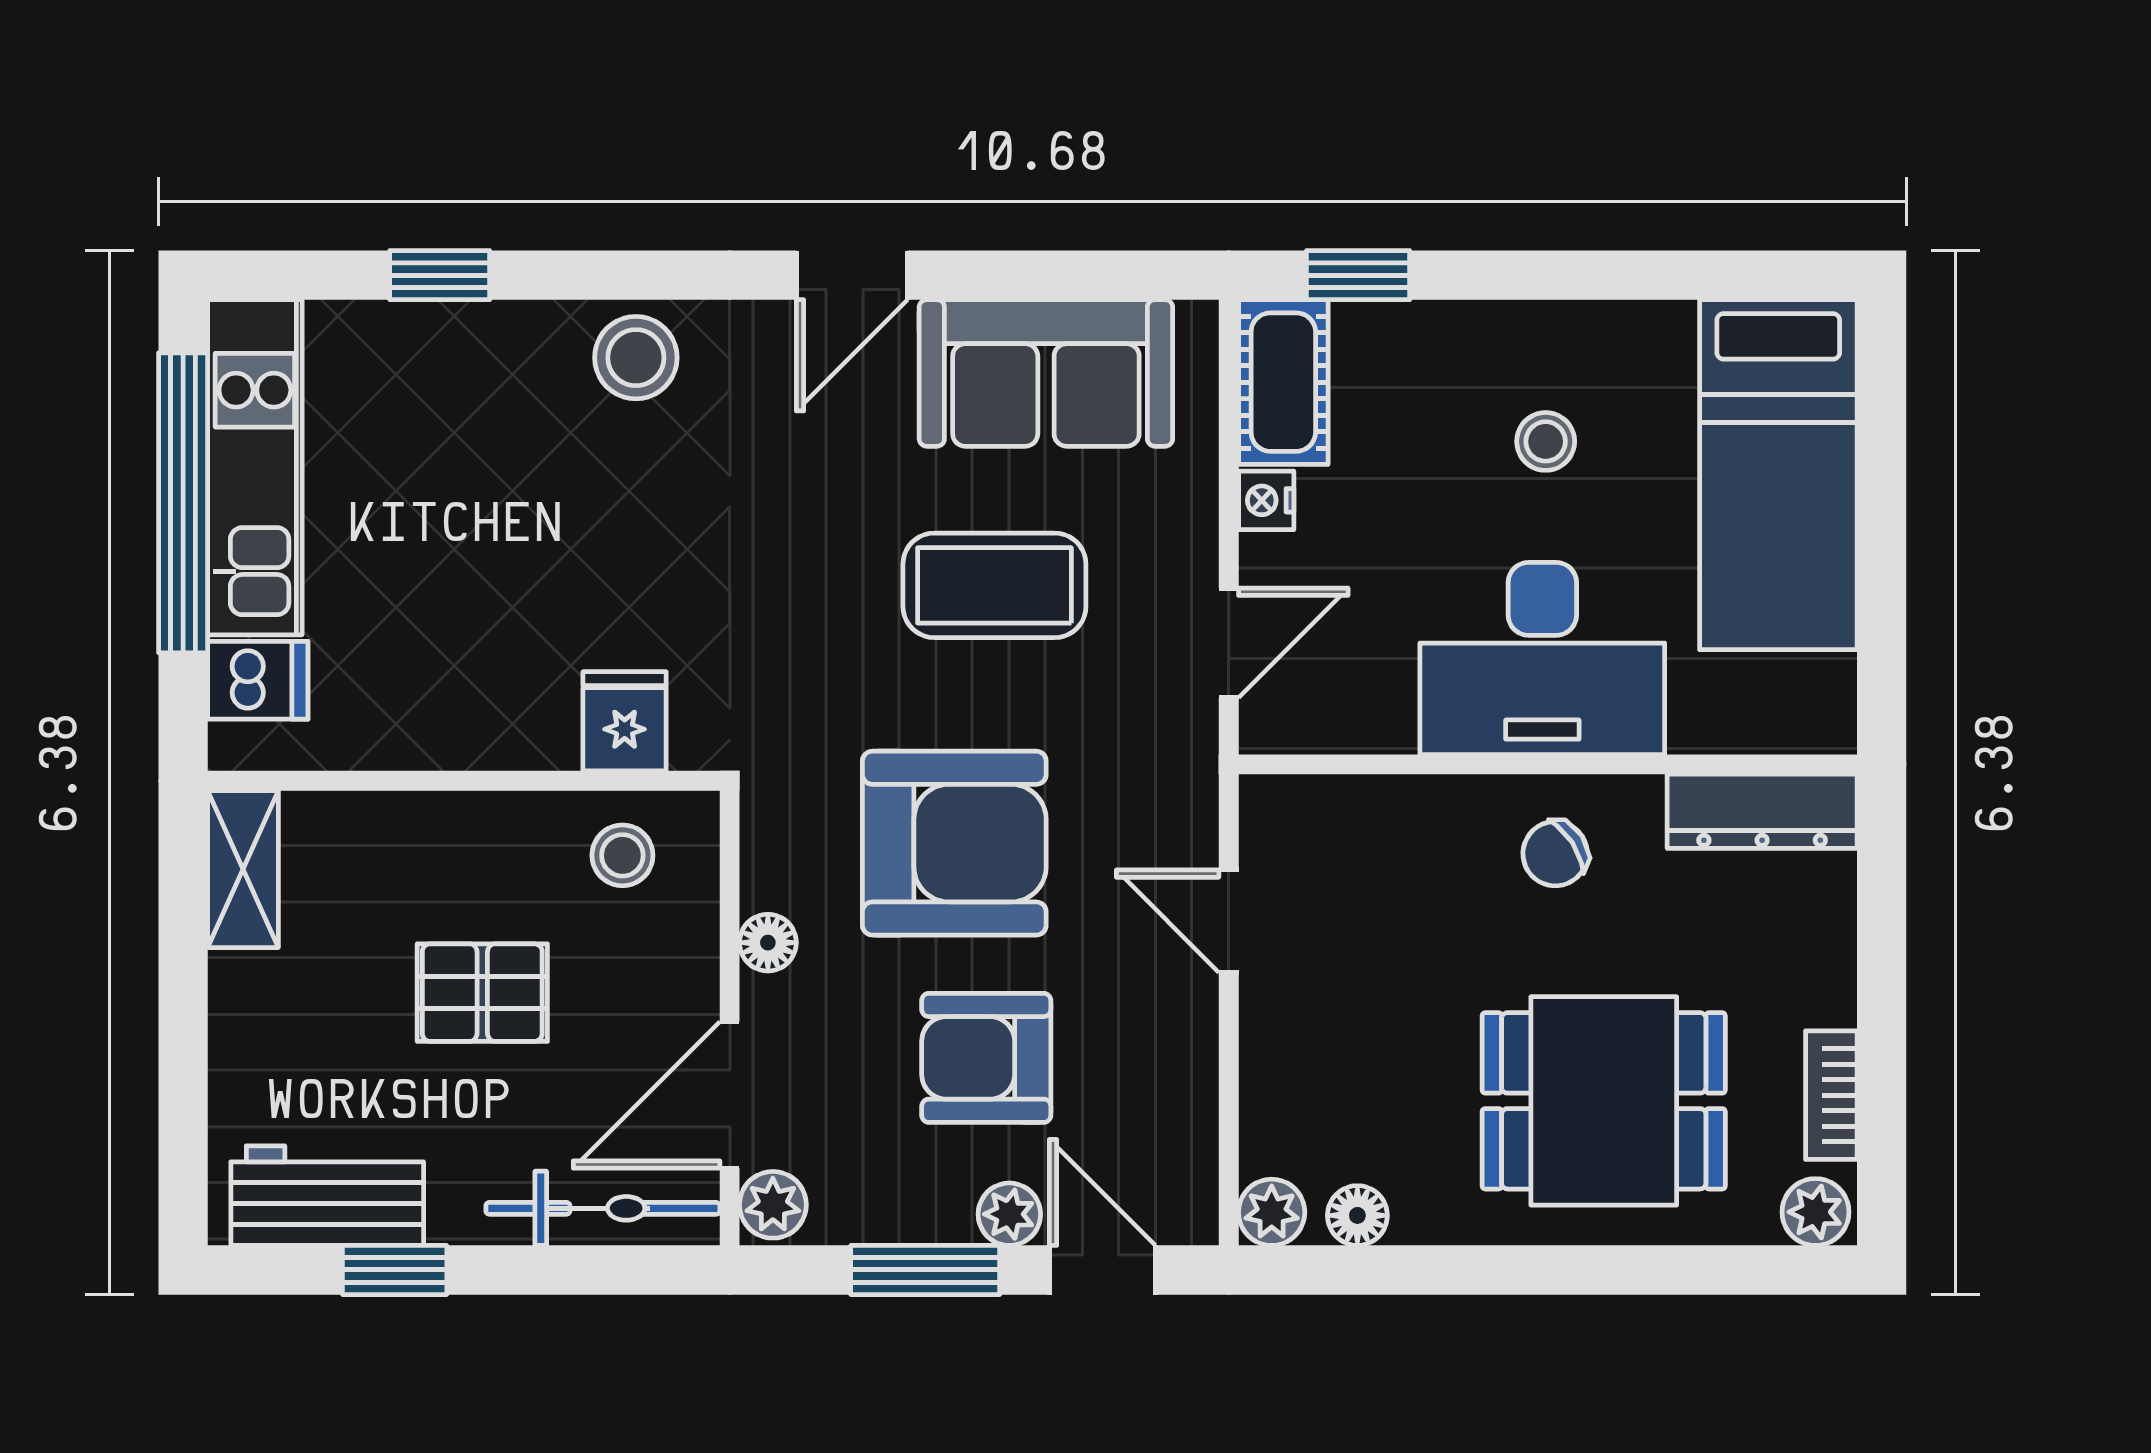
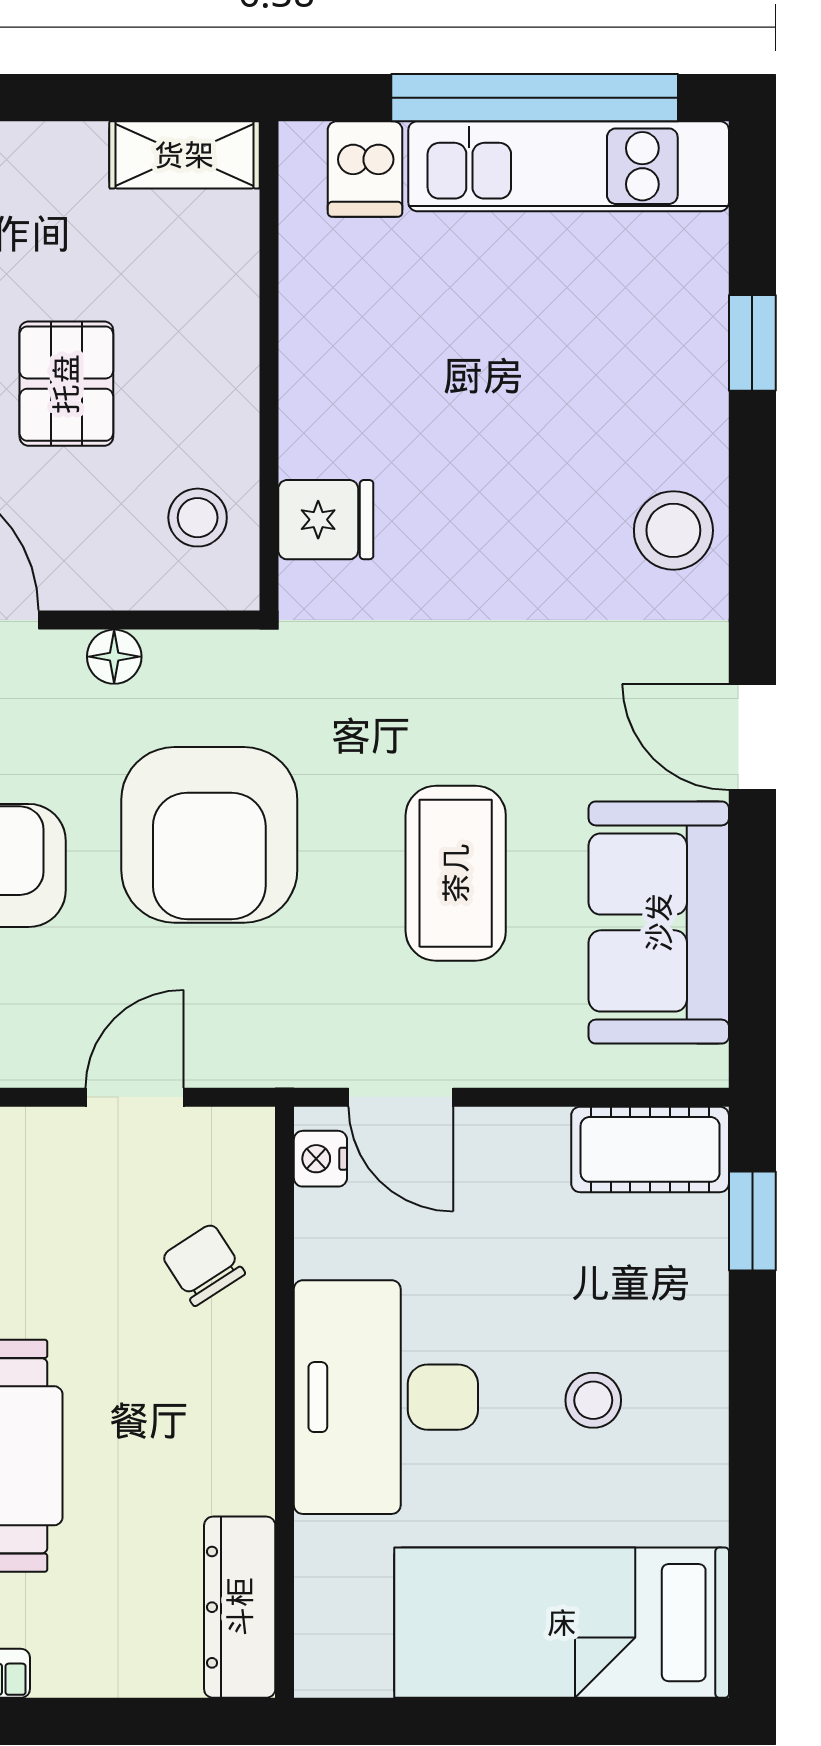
nightstand: (1266, 500) -> (320, 1159), moved, turned -90
chair: (1555, 854) -> (203, 1265), moved

